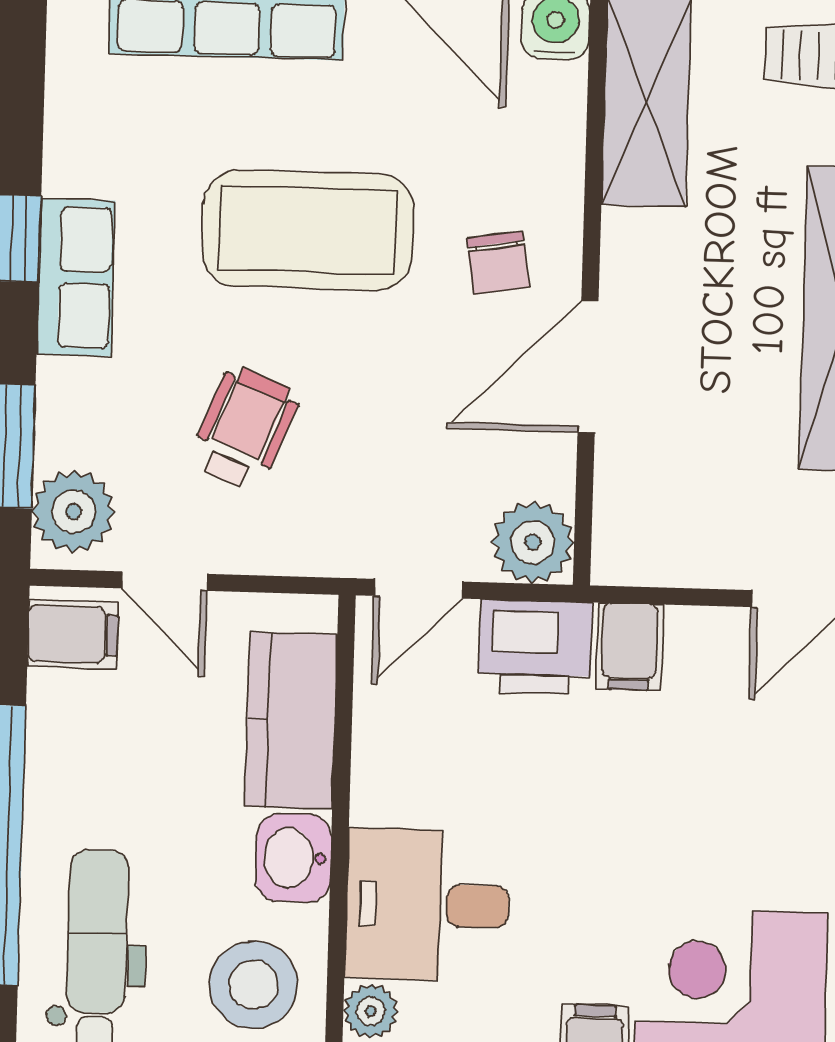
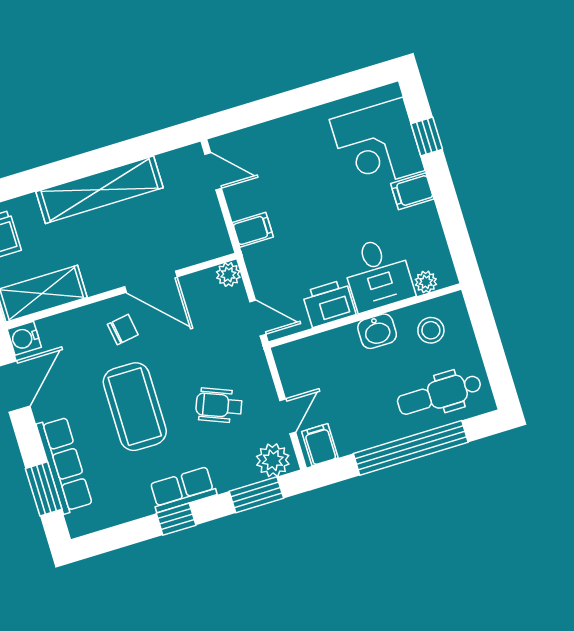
plant: (533, 542) -> (228, 275), width x0.73, depth x0.73
printer: (535, 647) -> (329, 303), moved, turned -90
kitchen counter: (291, 720) -> (325, 350), removed
stool: (253, 985) -> (431, 330), width x0.73, depth x0.73

